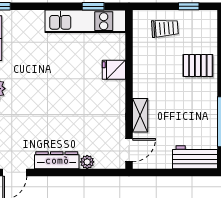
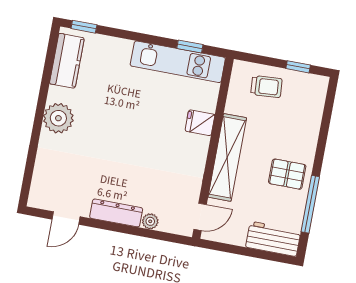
pallet: (198, 66) -> (287, 174), moved
shelving: (140, 115) -> (227, 157), width x2.20, depth x1.33

